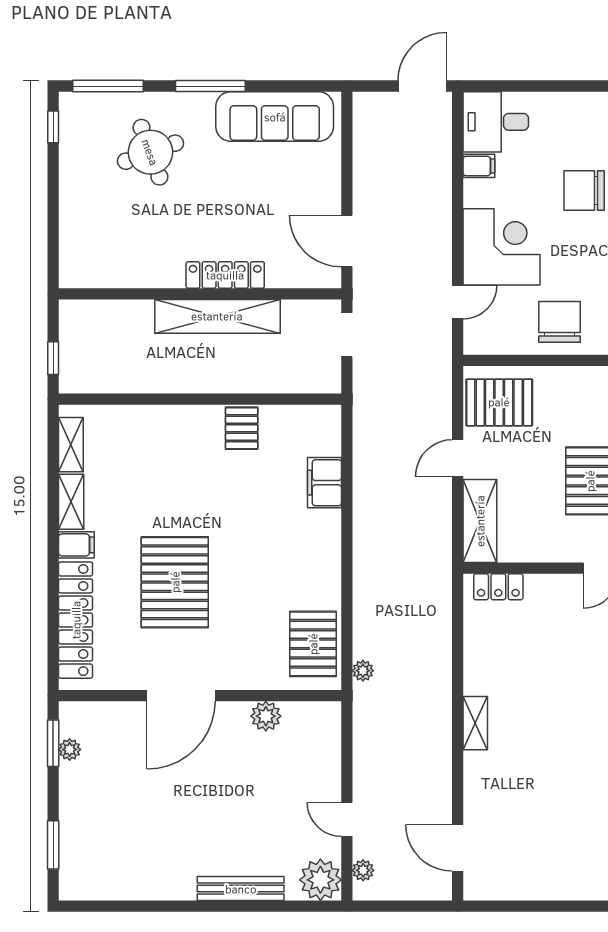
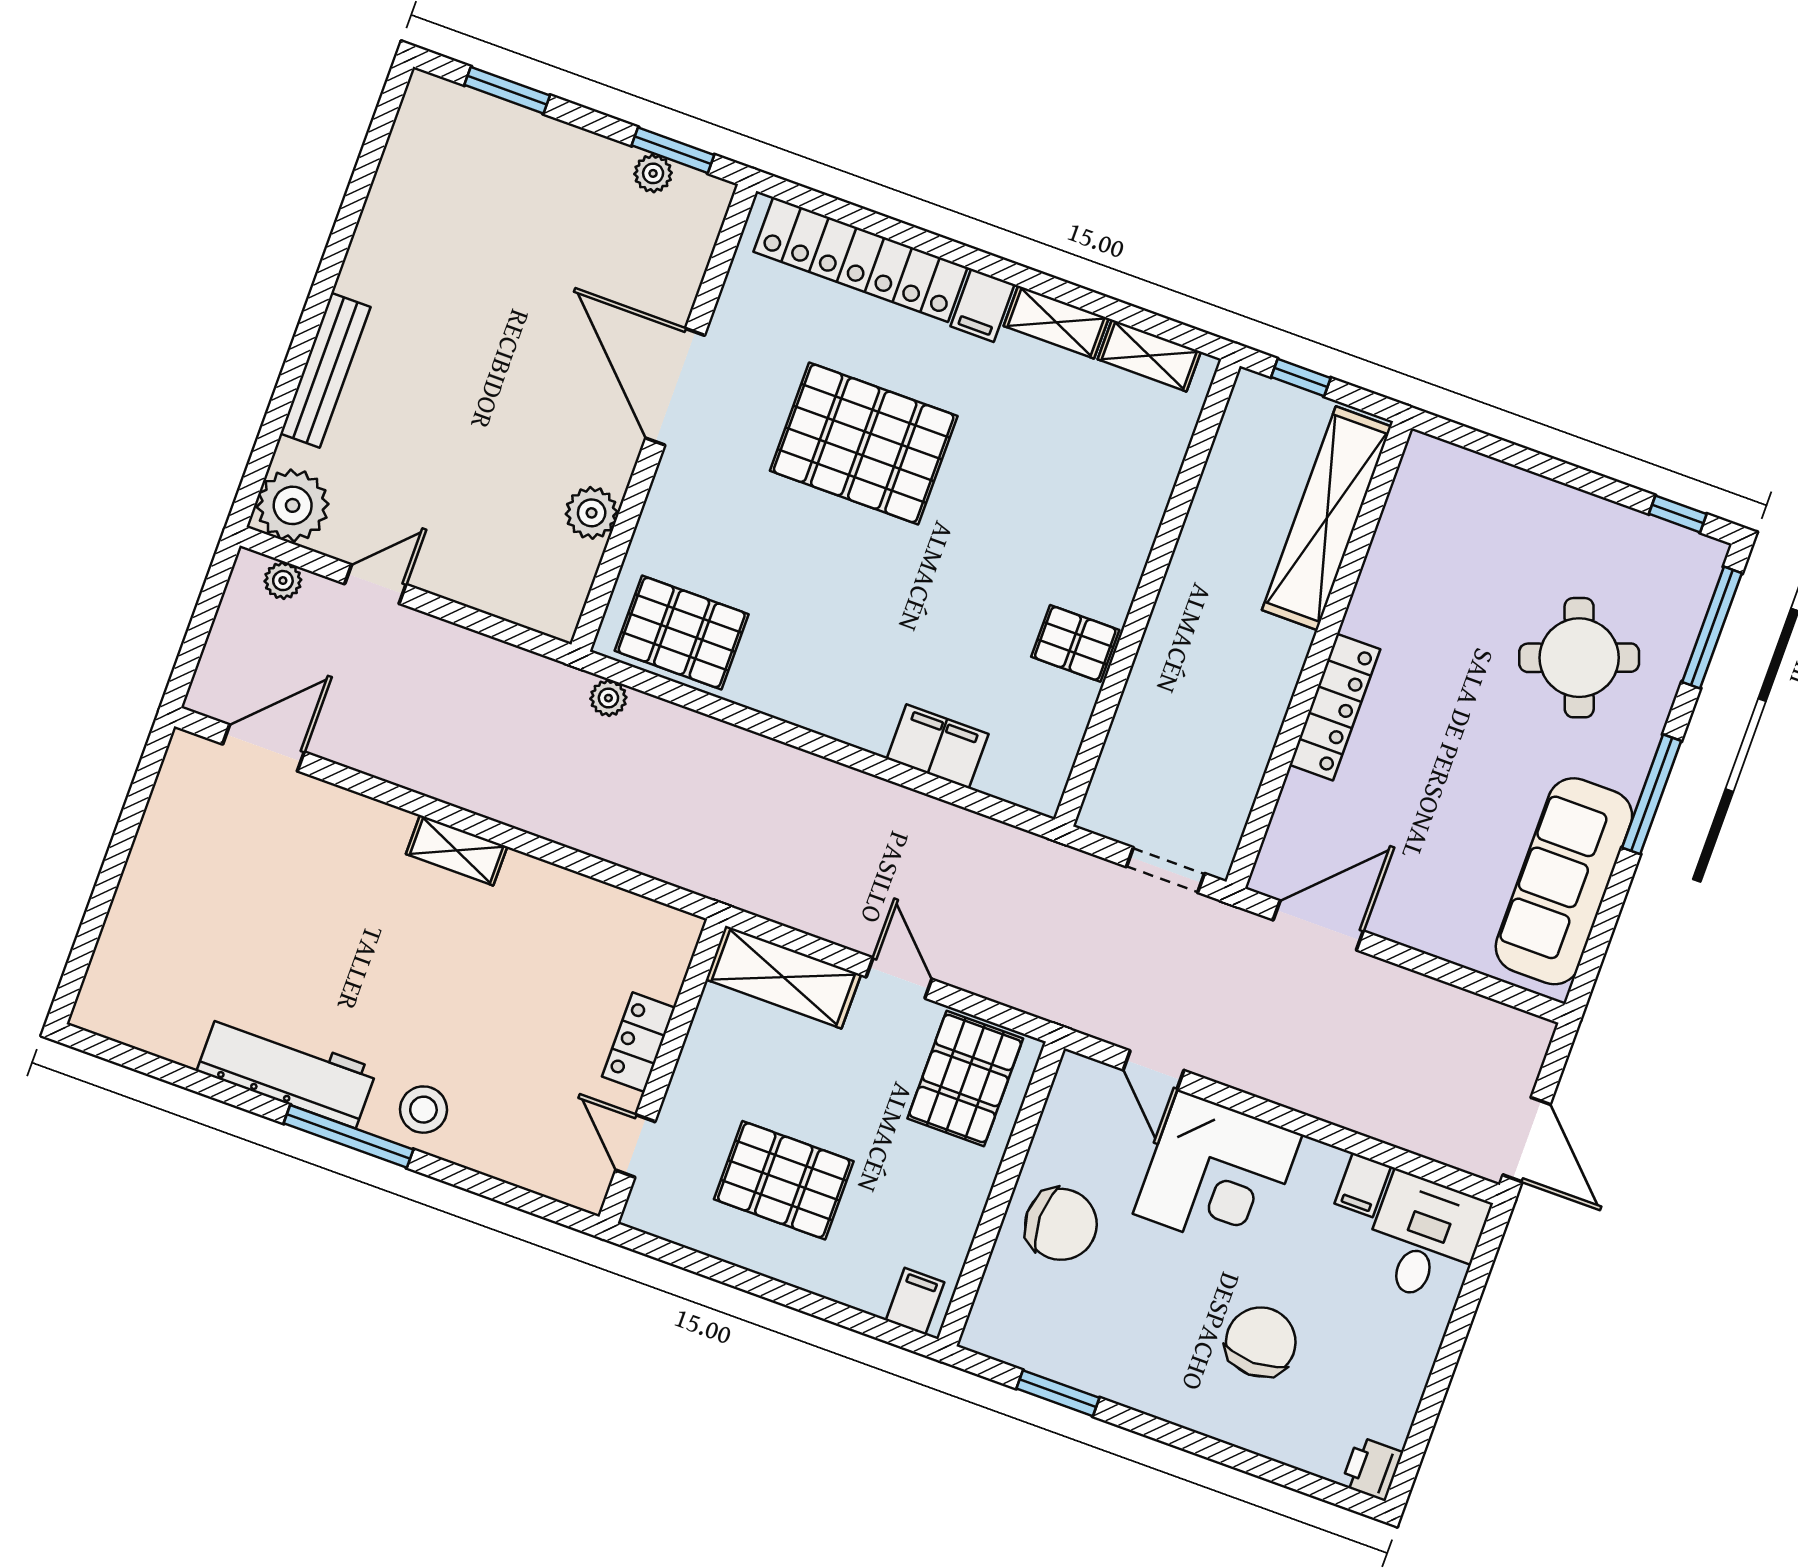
shelving: (217, 316) -> (1327, 518), moved
locker: (498, 587) -> (639, 1042), moved

